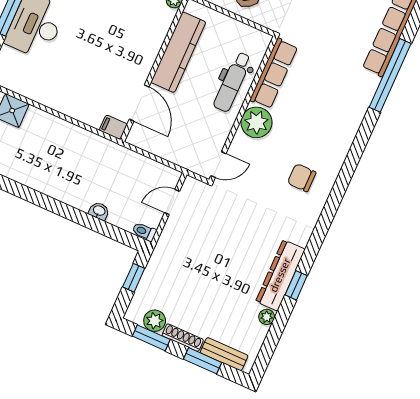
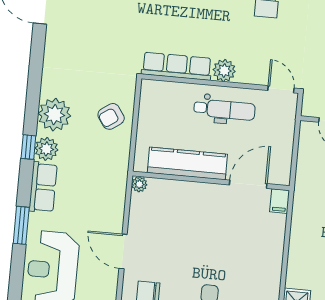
dental chair: (232, 82) -> (224, 110), moved
plant: (256, 122) -> (224, 71), width x0.73, depth x0.73

